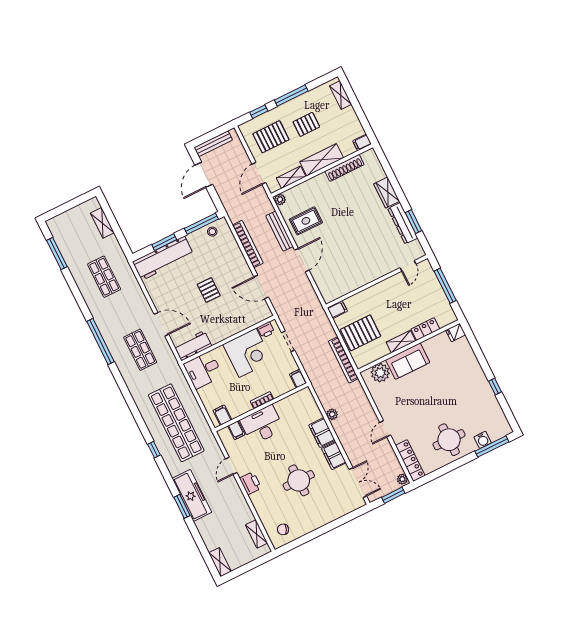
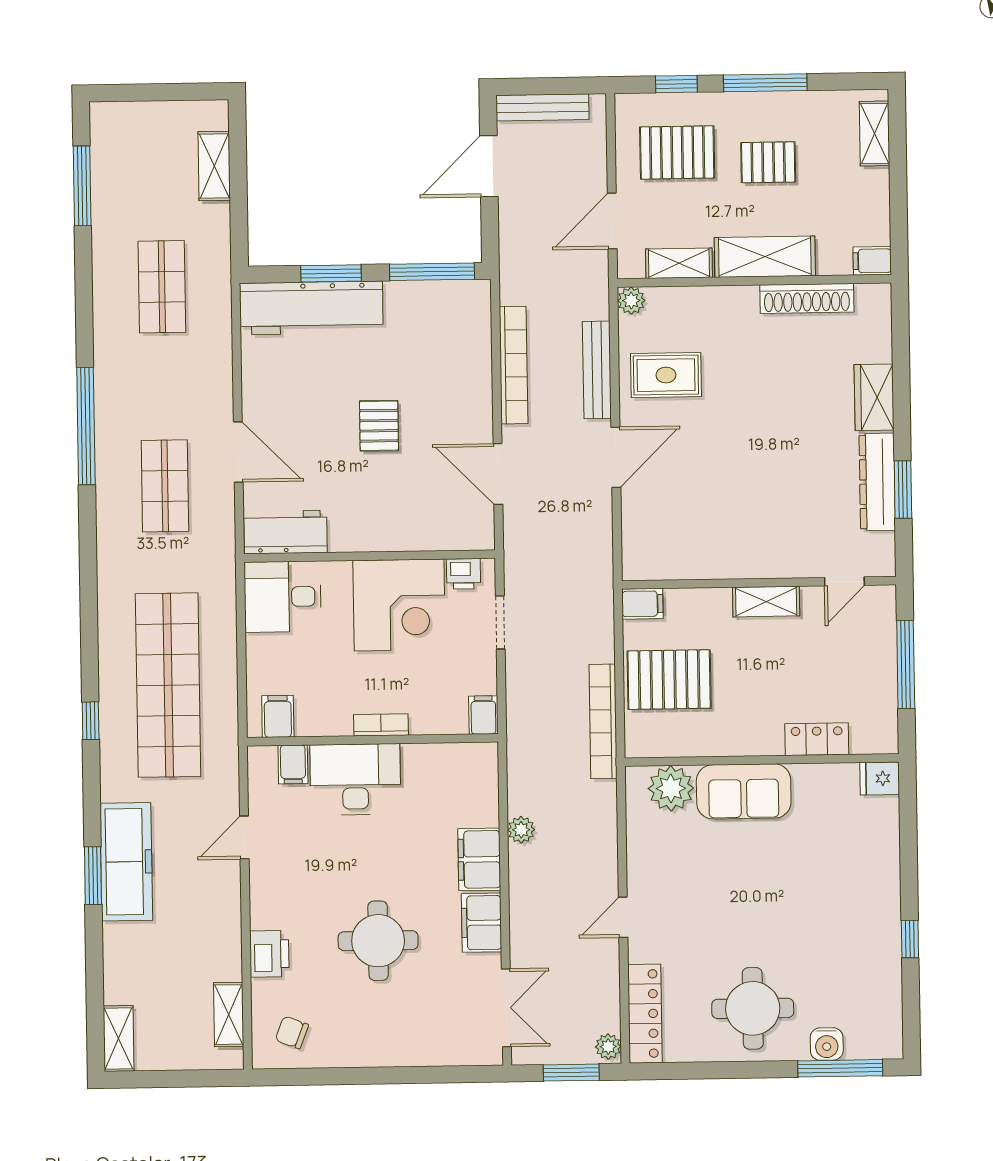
stool: (212, 232) -> (448, 301), removed
shelving: (401, 342) -> (766, 602), moved
printer: (250, 483) -> (269, 954), moved

